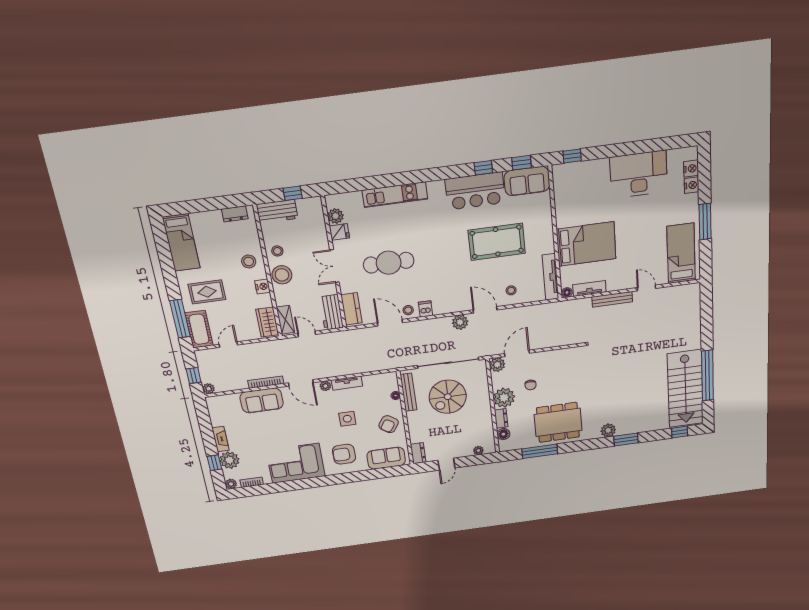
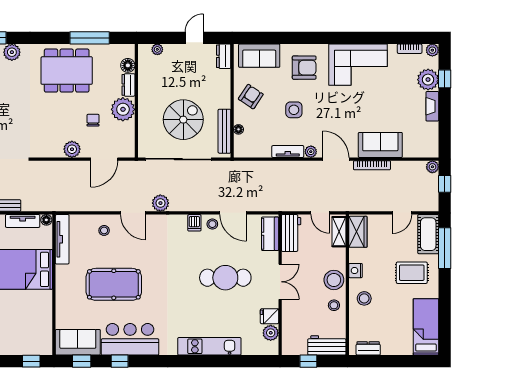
plant: (497, 365) -> (72, 149), moved

